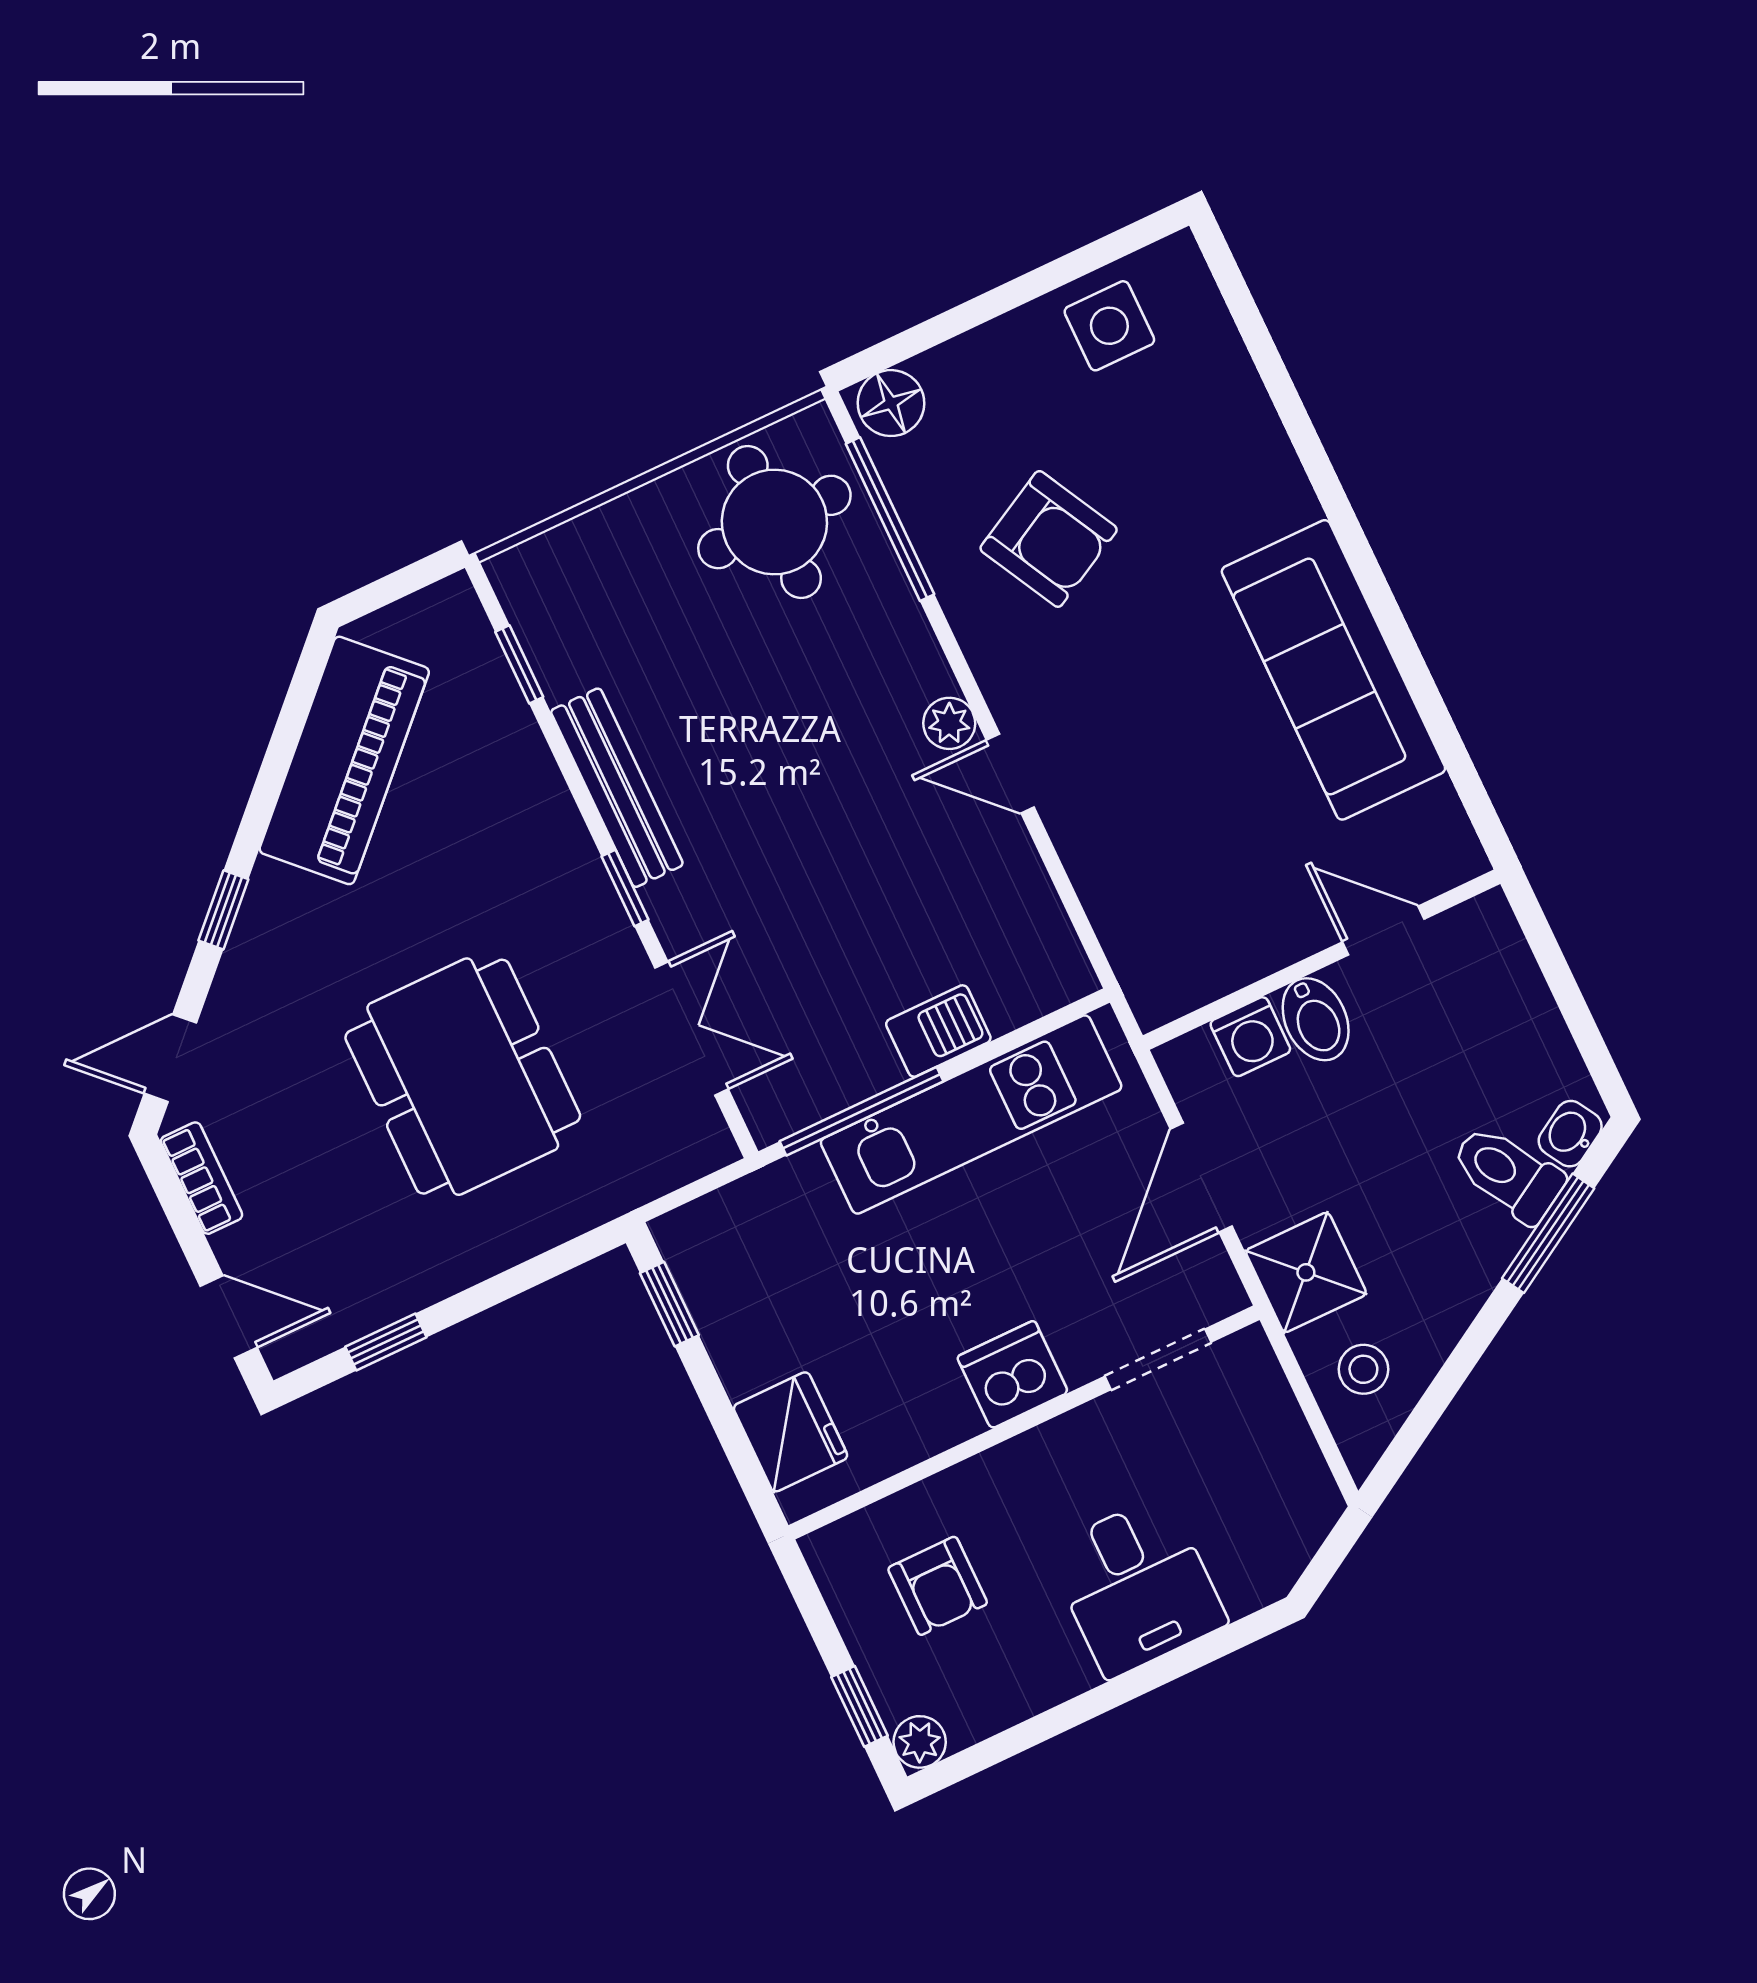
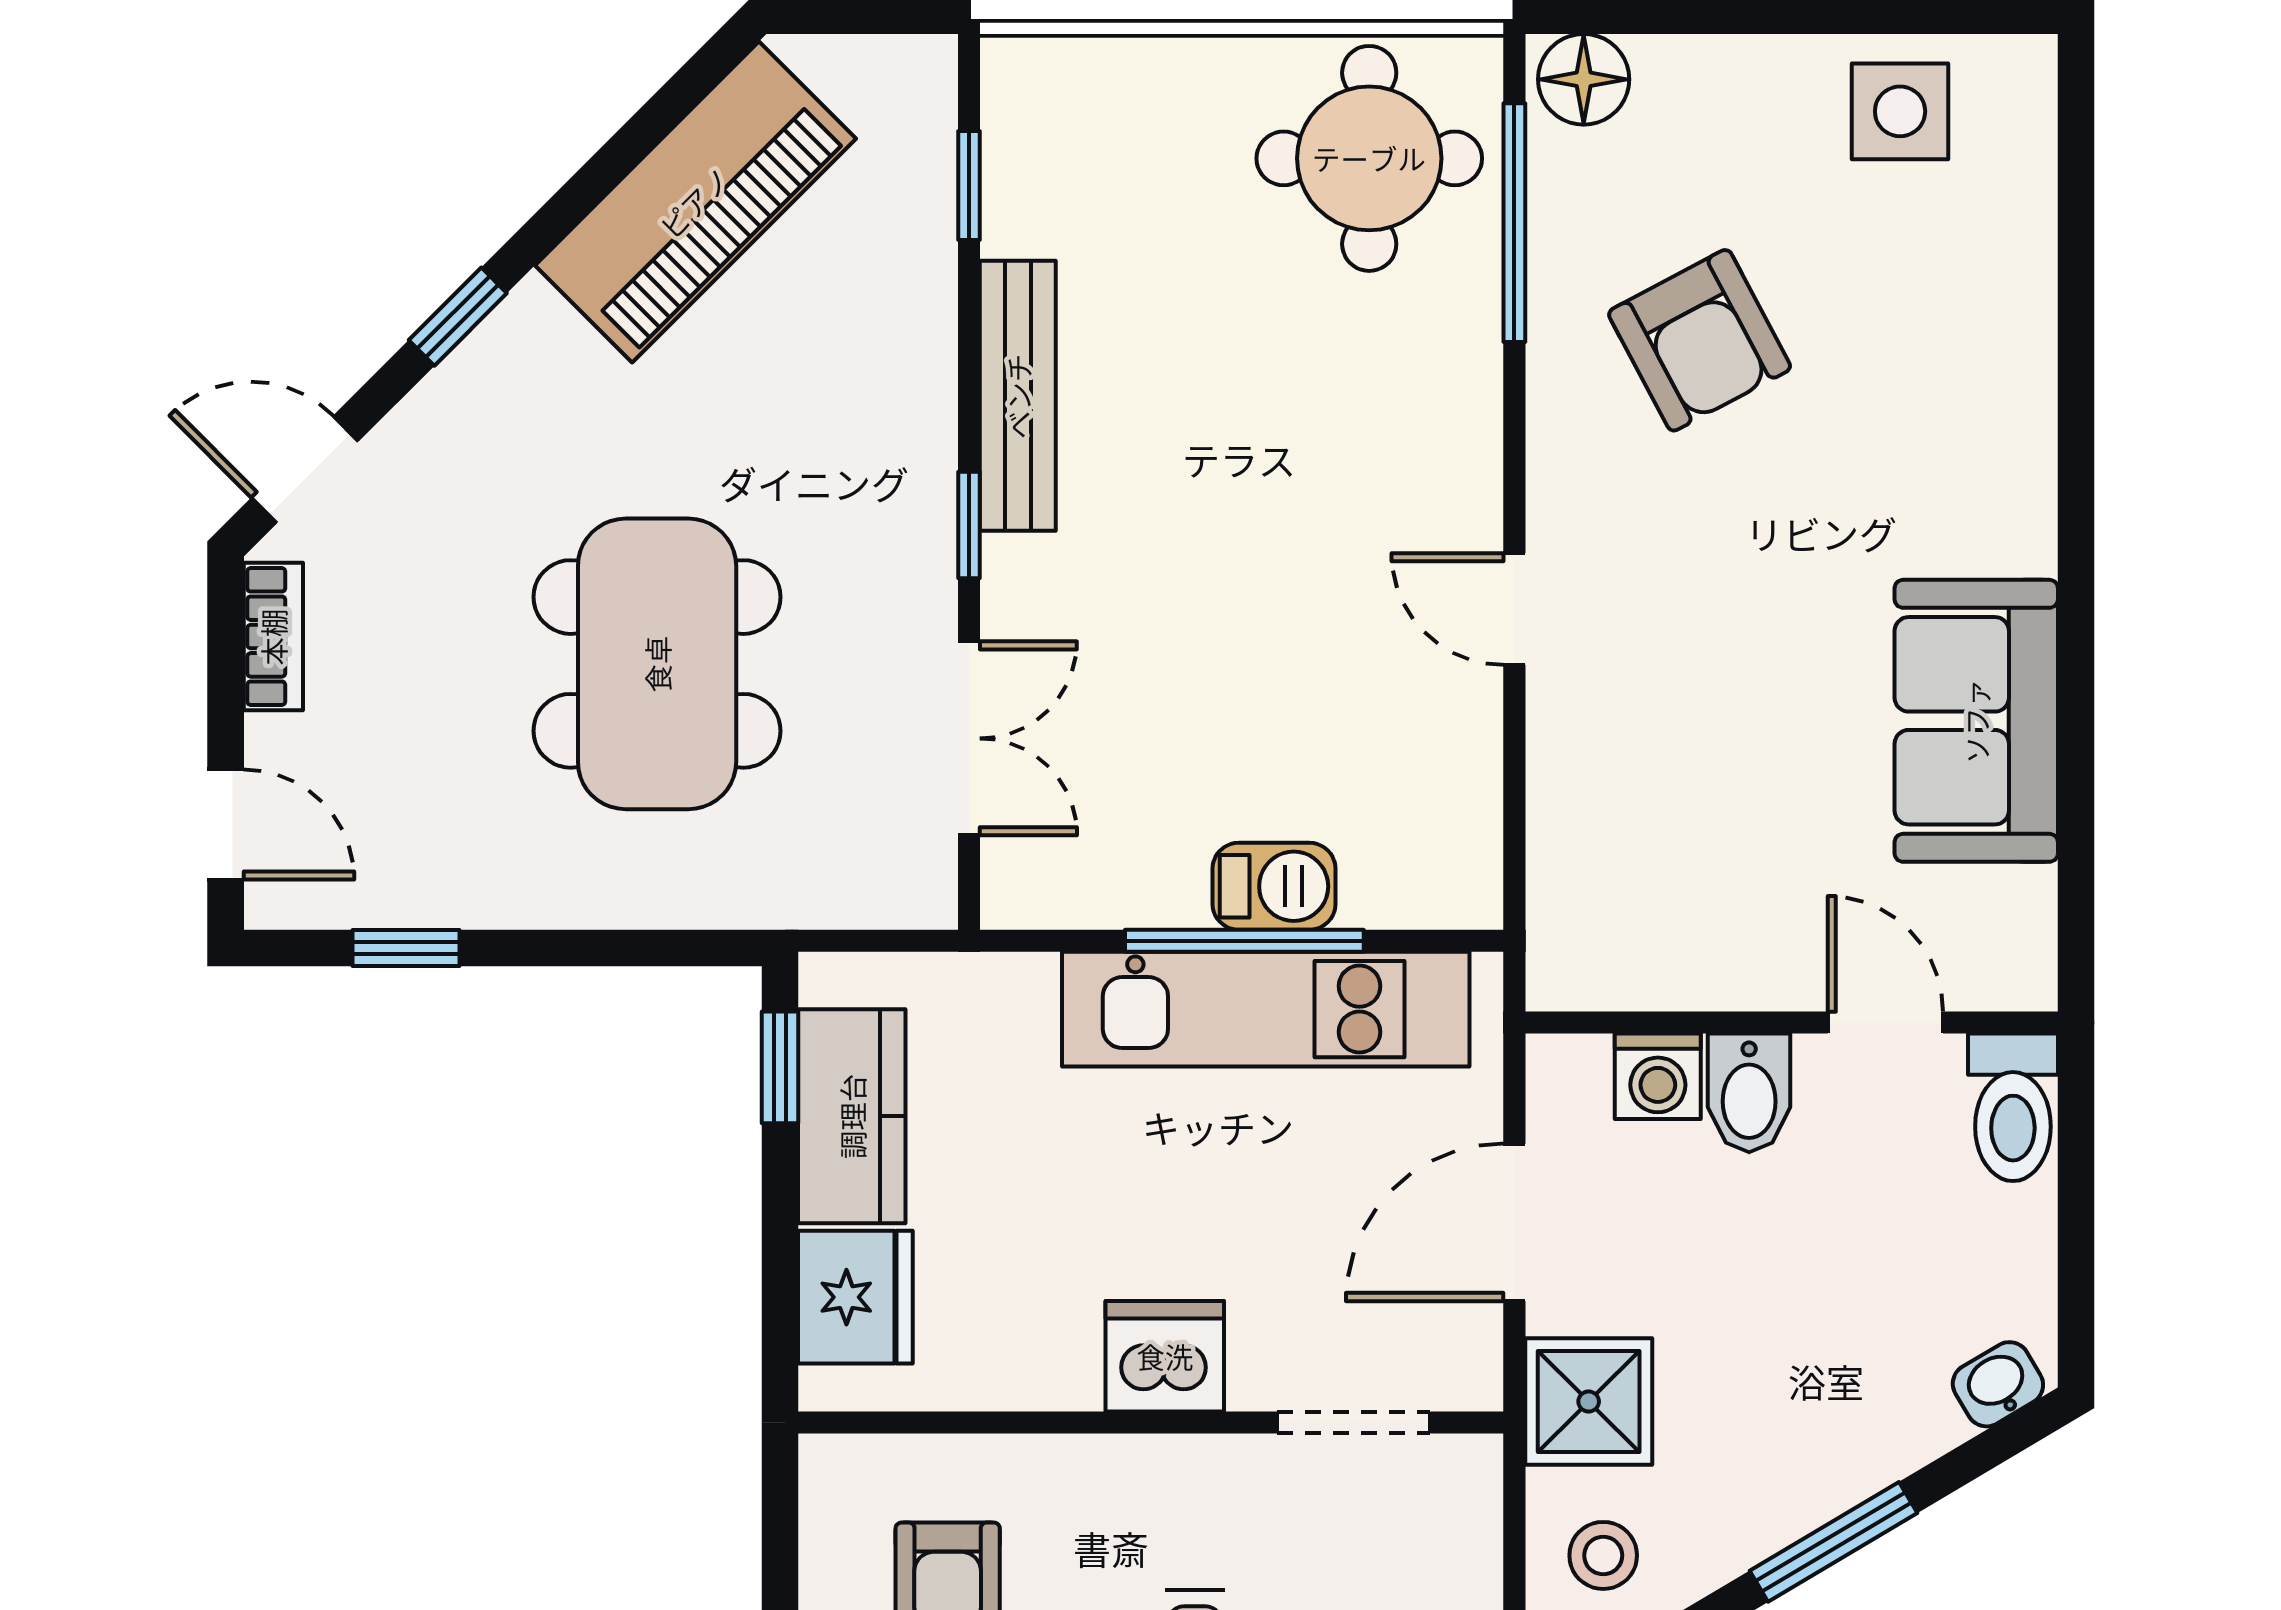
sofa: (1333, 670) -> (1976, 721), width x0.73
plant: (949, 723) -> (1468, 511), removed
window: (861, 1111) -> (1244, 941), moved
toilet: (1508, 1173) -> (2013, 1107), moved, turned -149
window: (1548, 1233) -> (1833, 1542), moved
kitchen counter: (732, 1314) -> (852, 1116), added

